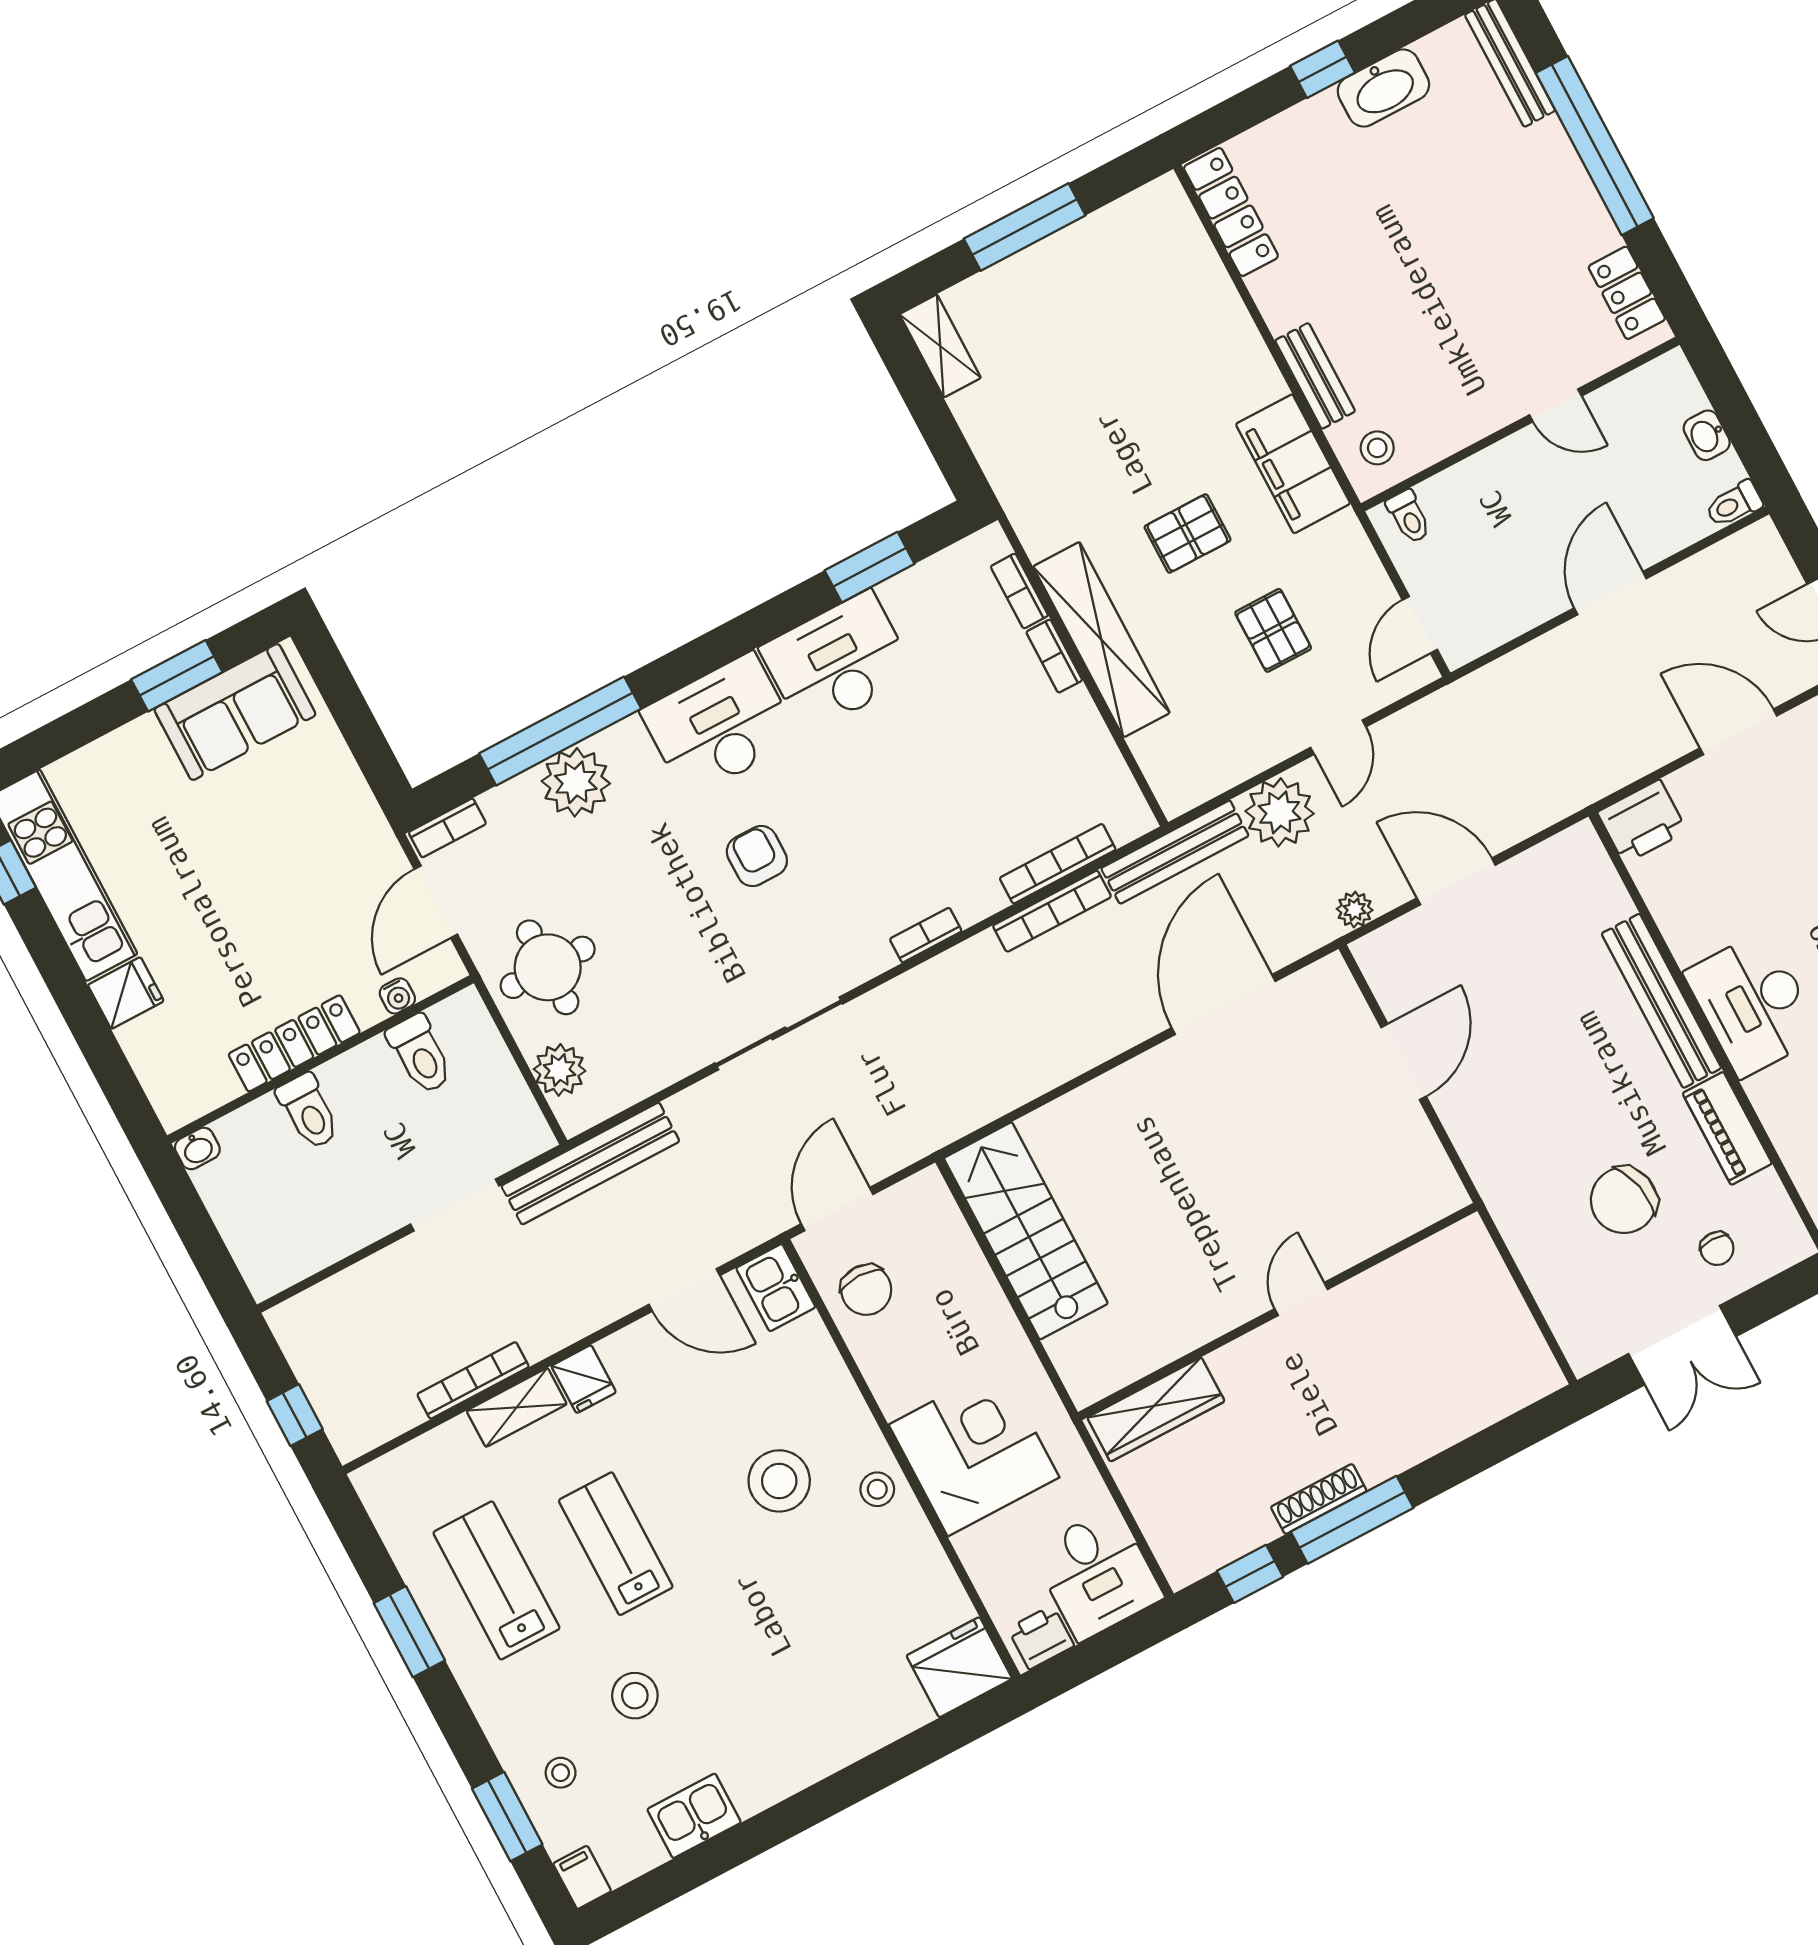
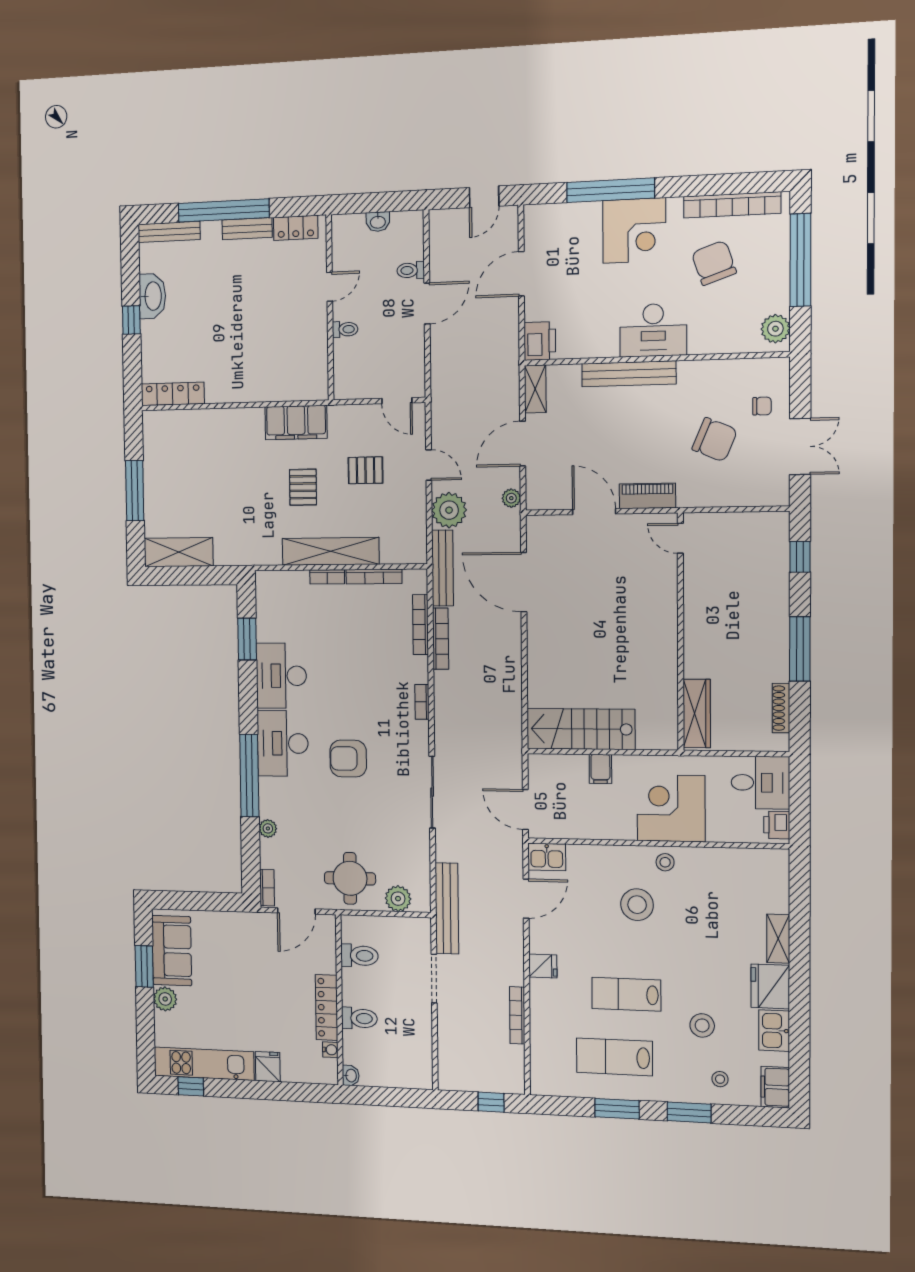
shelving: (940, 346) -> (179, 552), width x1.50, depth x1.33
bench: (1315, 376) -> (247, 229), moved
stool: (1377, 448) -> (308, 380), removed
toilet: (1734, 504) -> (411, 270), moved, turned 90
toilet: (1409, 517) -> (345, 329), moved
bookcase: (1019, 591) -> (374, 577), moved, width x1.56
door: (1610, 593) -> (427, 303), swing flipped
window: (560, 731) -> (249, 775), moved
plant: (140, 744) -> (165, 999), added
plant: (576, 782) -> (268, 828), width x0.53, depth x0.53
shelving: (1558, 855) -> (535, 389), added
armchair: (757, 856) -> (348, 759), width x1.38, depth x1.38
door: (436, 902) -> (296, 911), hinge flipped
water cooler: (397, 996) -> (330, 1050), moved
piano: (1727, 1128) -> (647, 496), moved, turned 180
chair: (1624, 1200) -> (715, 440), turned -54
chair: (866, 1290) -> (569, 817), removed
filing cabinet: (976, 1299) -> (600, 769), added
door: (1301, 1299) -> (680, 538), moved
shelving: (517, 1407) -> (778, 939), moved
shoe rack: (1319, 1499) -> (781, 708), moved
window: (1250, 1574) -> (800, 557), moved
fridge: (959, 1667) -> (770, 986), moved
window: (507, 1816) -> (689, 1112), moved
filing cabinet: (582, 1877) -> (775, 1087), width x2.00

